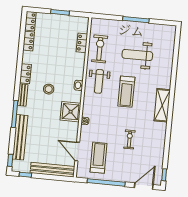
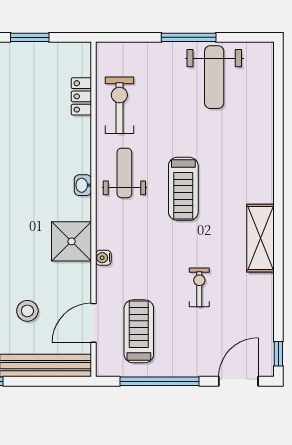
weight bench: (137, 55) -> (214, 77), moved, turned -90
weight bench: (99, 81) -> (124, 173), turned 180
stool: (49, 89) -> (27, 311), moved
shelving: (162, 105) -> (260, 238), moved
door: (77, 152) -> (94, 323), hinge flipped

